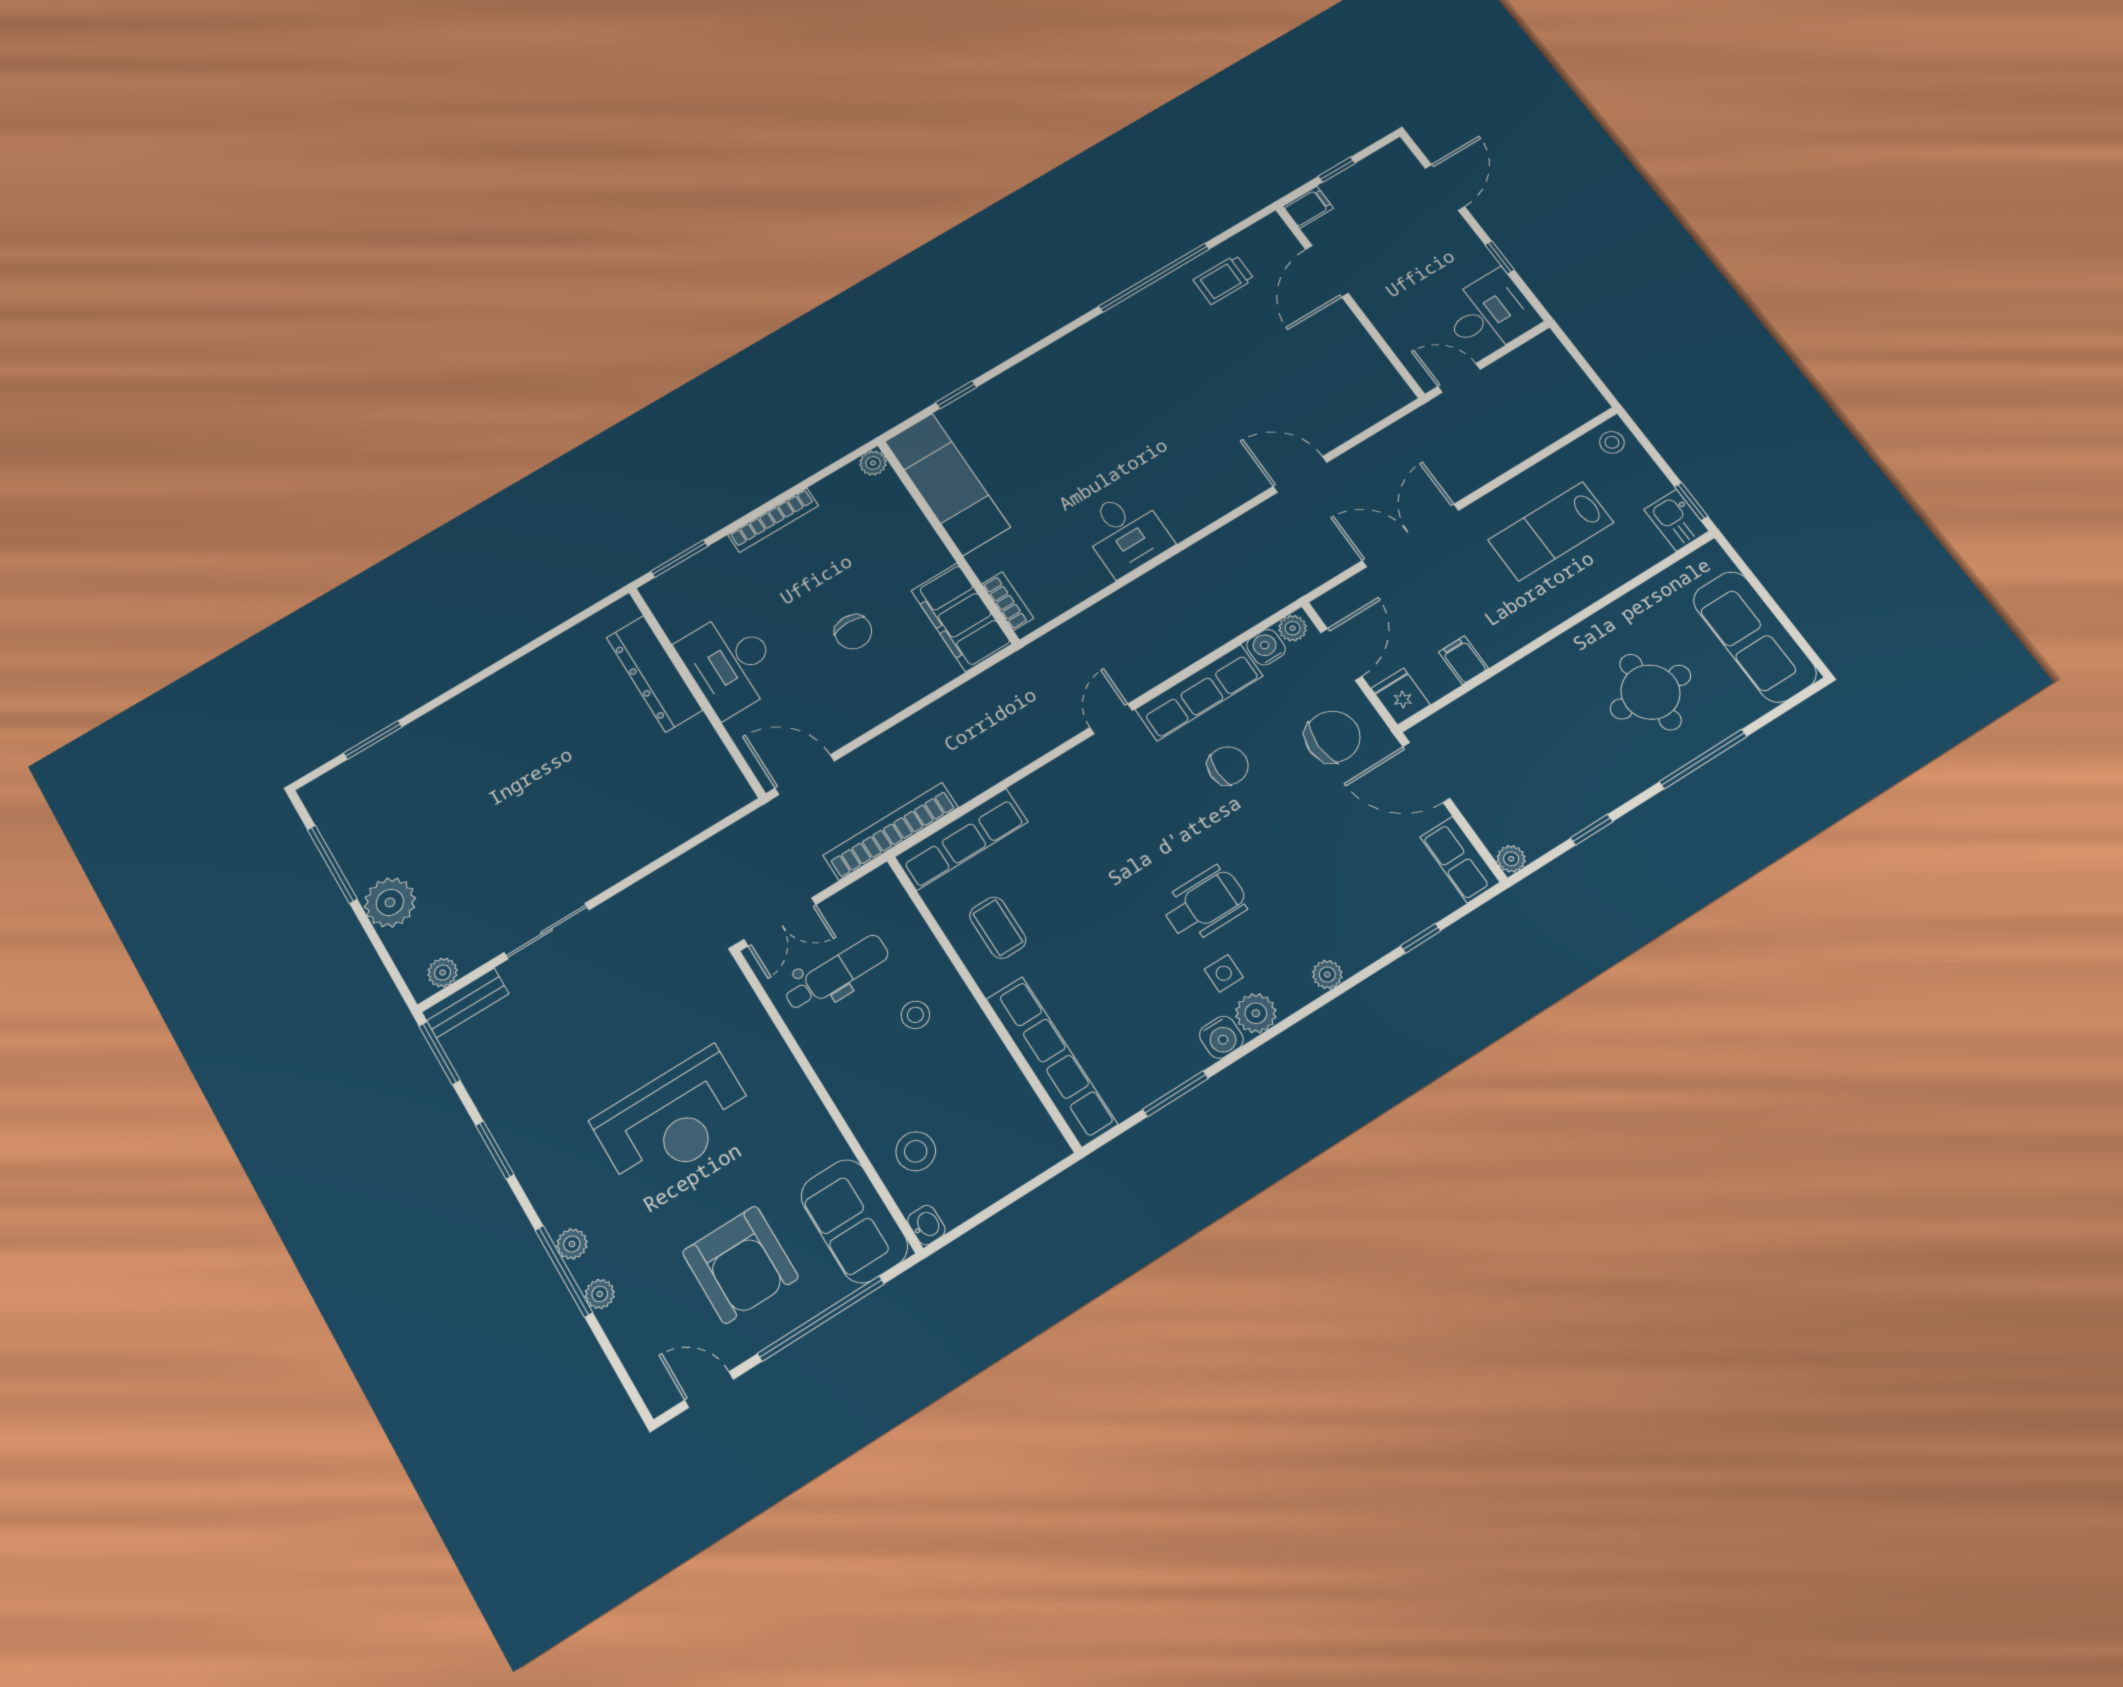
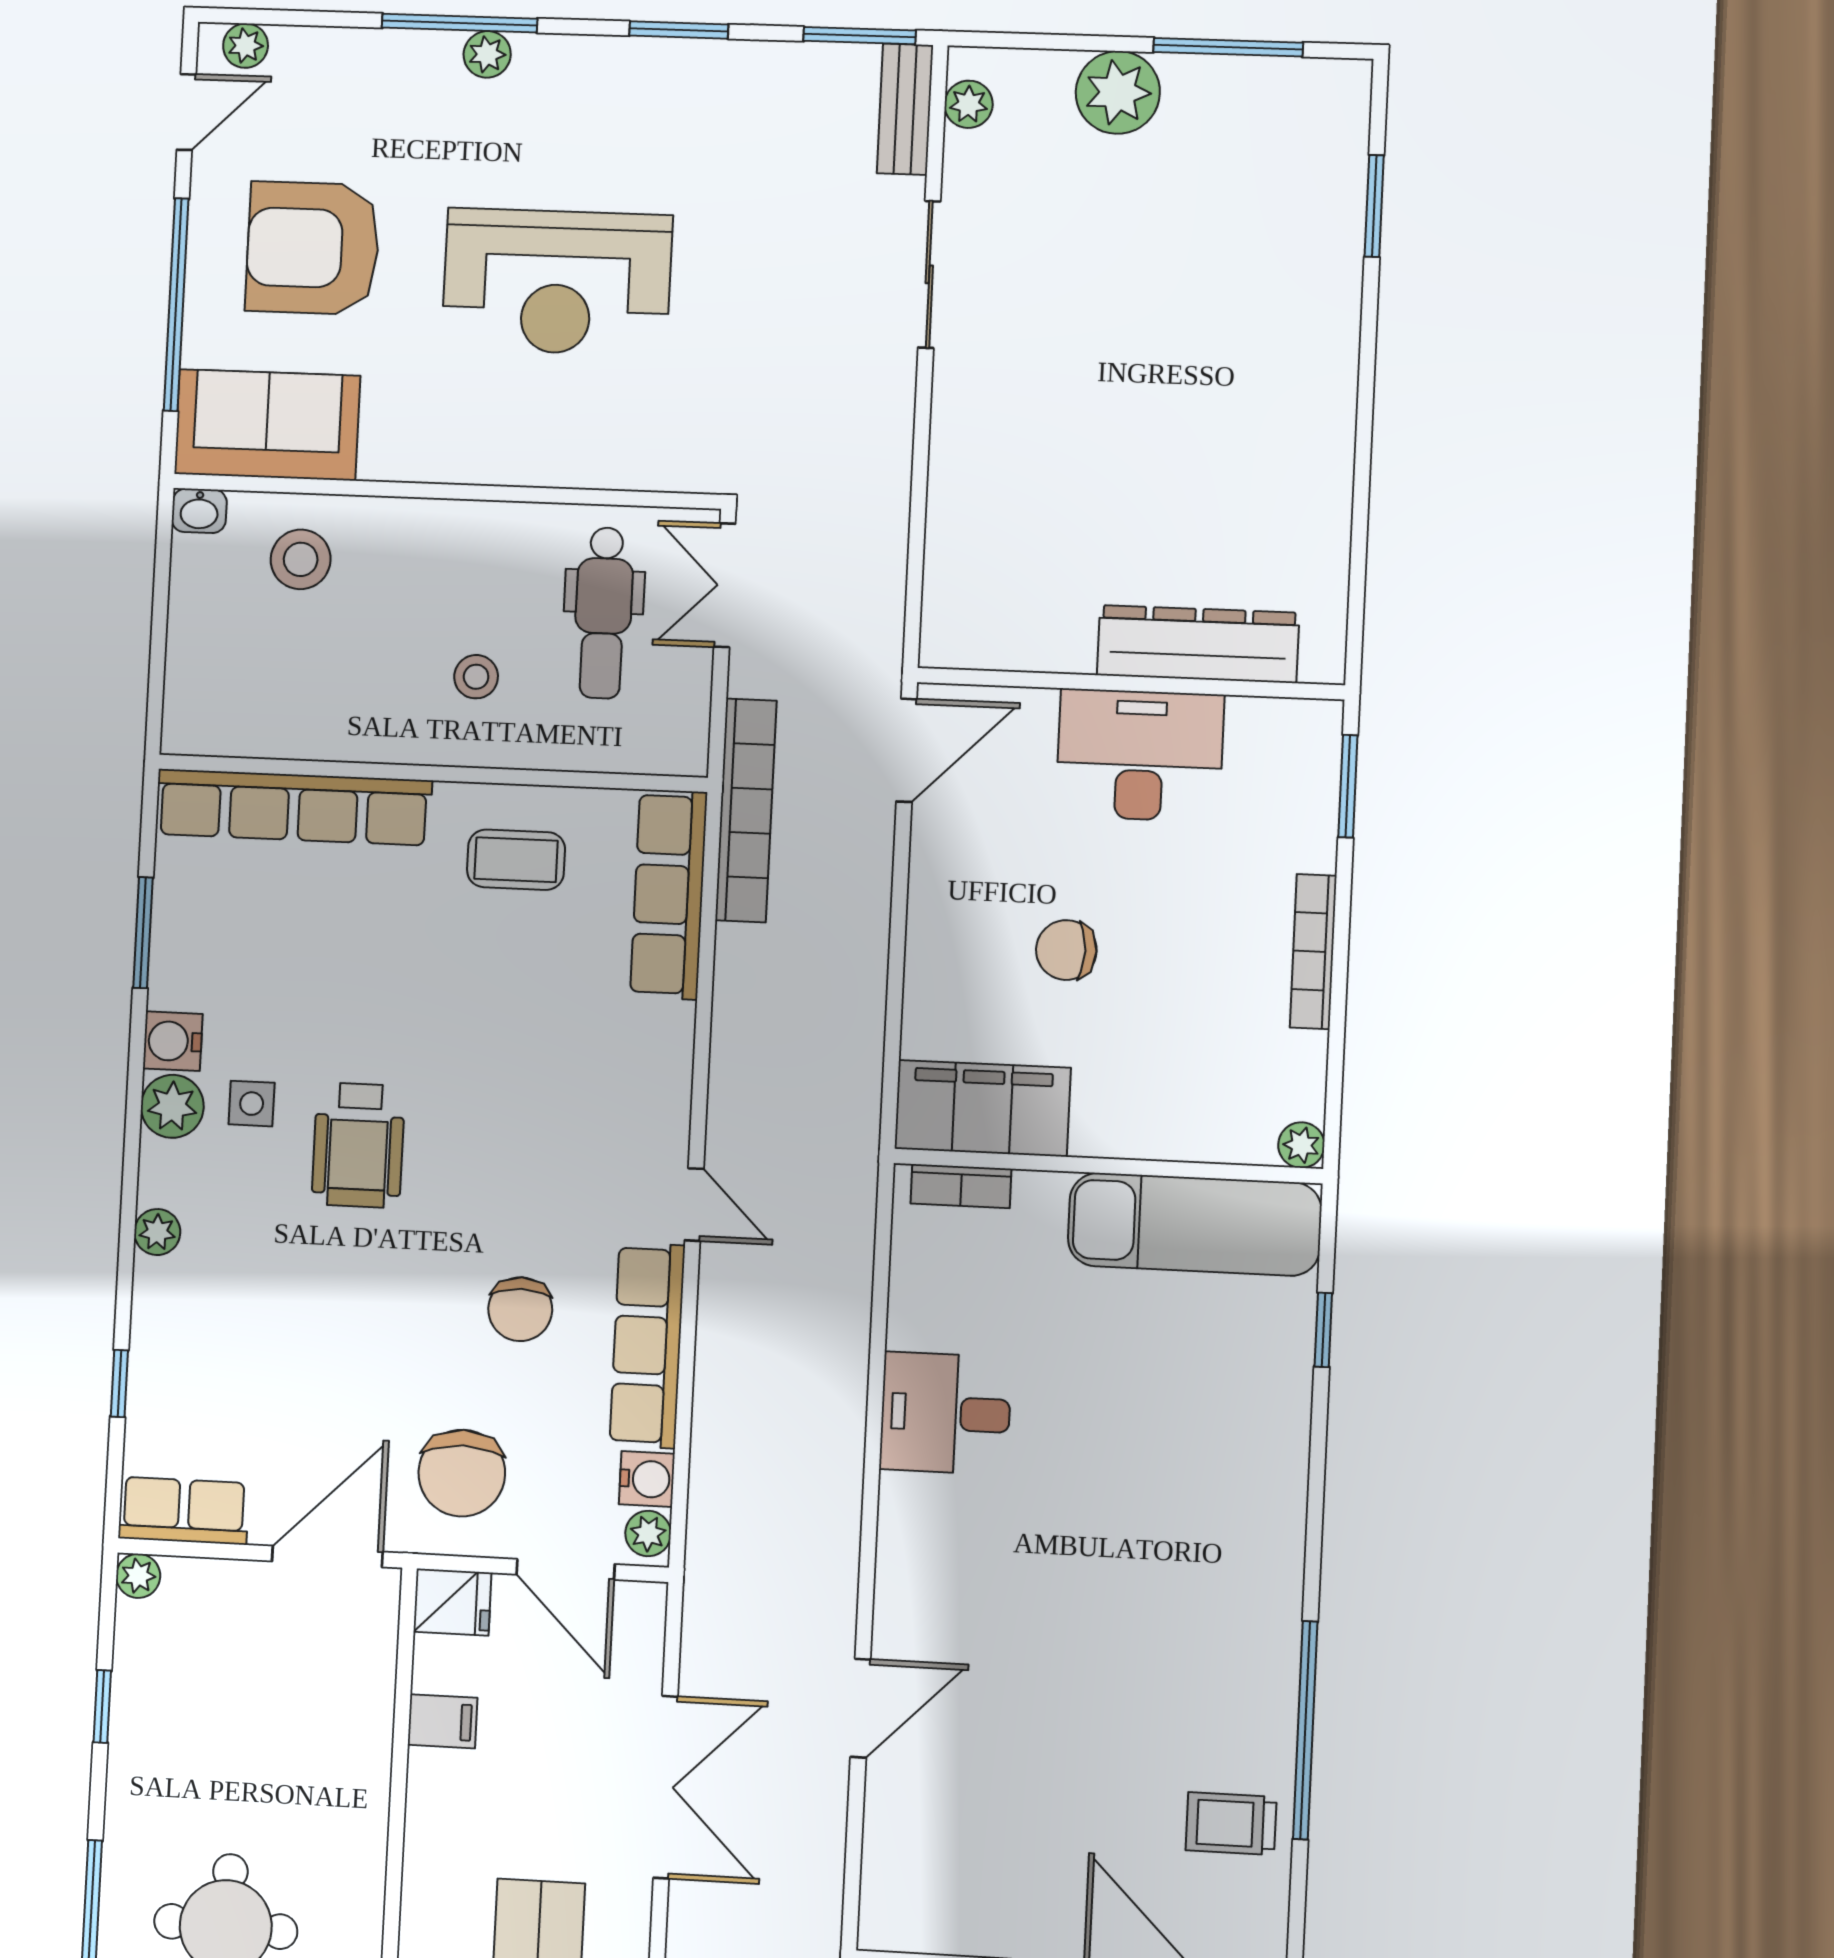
trolley: (1224, 280) -> (1231, 1824), turned -90
reception desk: (674, 1120) -> (557, 282), turned -90
plant: (600, 1294) -> (246, 46), moved

